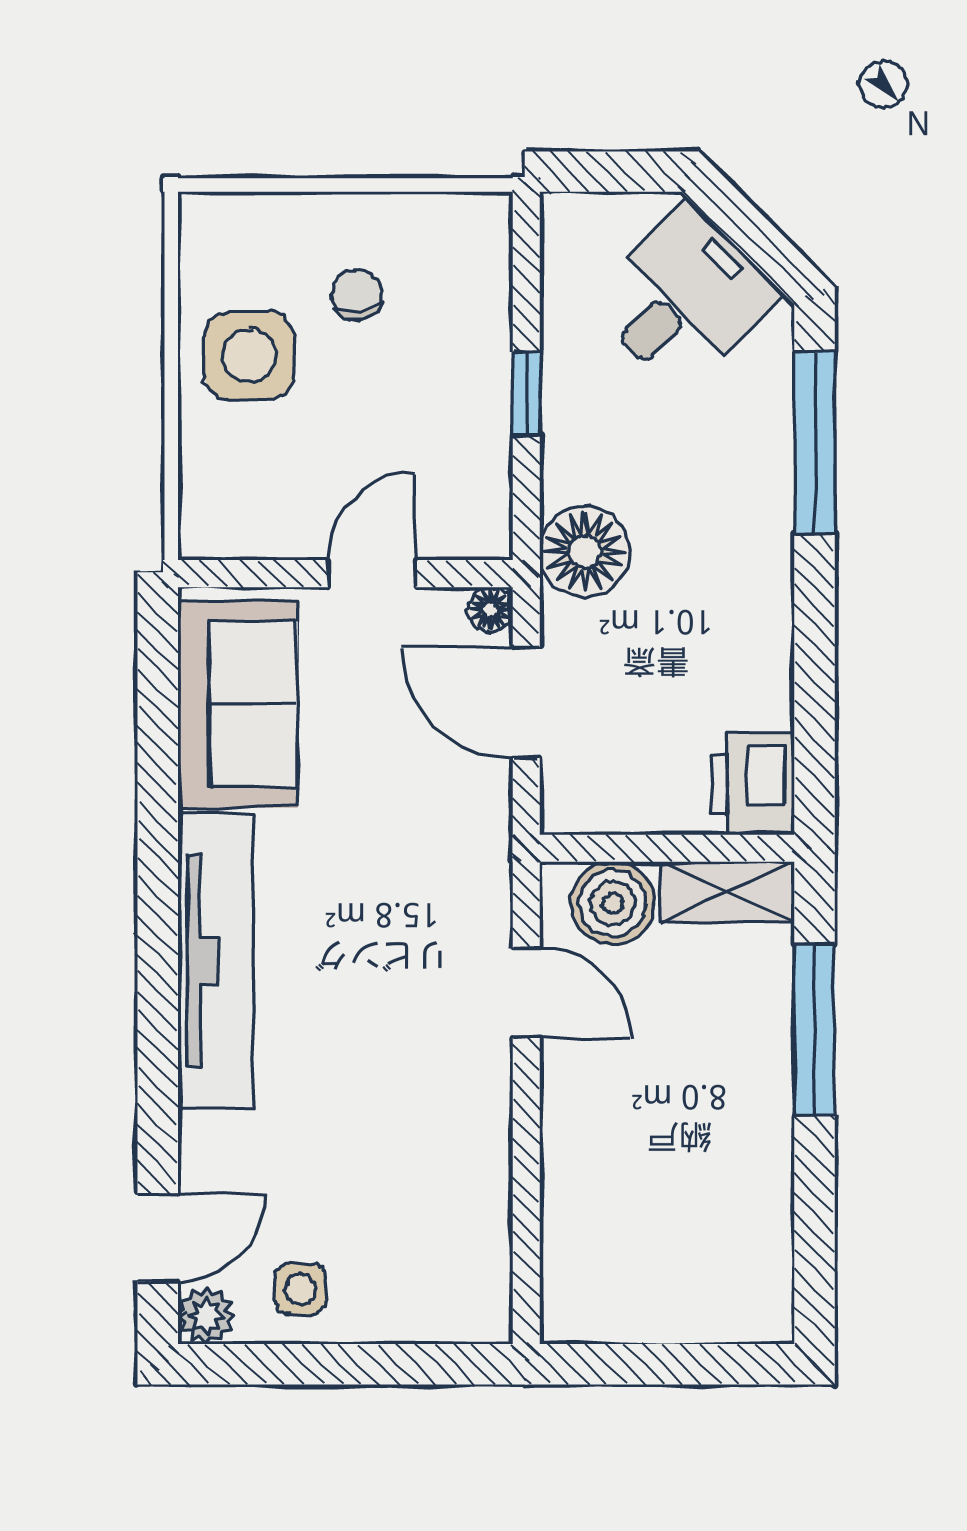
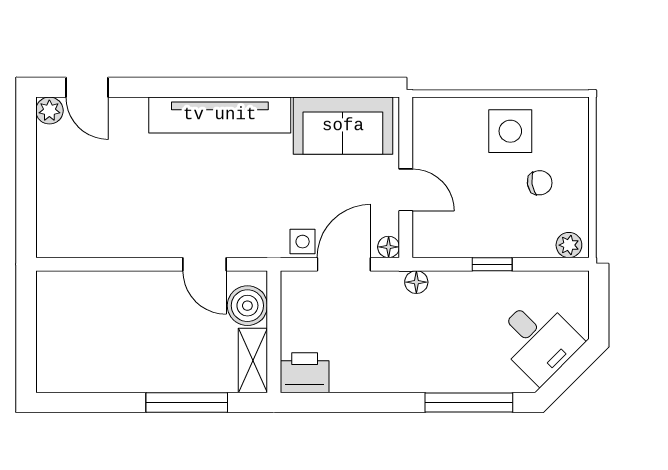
plant: (486, 234) -> (569, 245), added
floor lamp: (585, 552) -> (416, 282), width x0.53, depth x0.53
door: (526, 993) -> (205, 264), hinge flipped
side table: (300, 1289) -> (303, 242), moved

